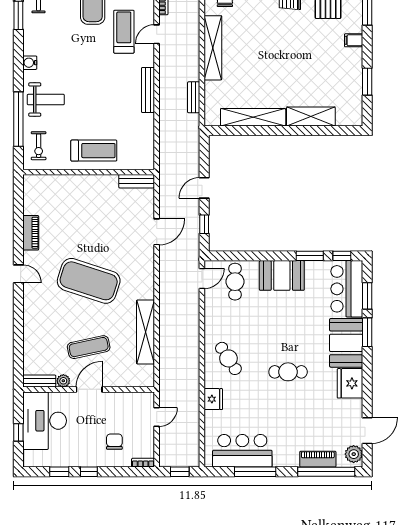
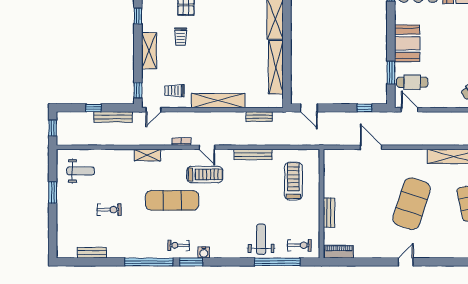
treadmill: (124, 32) -> (205, 174), turned 180
water cooler: (30, 63) -> (204, 252), moved
treadmill: (94, 151) -> (293, 181), moved
bench: (137, 181) -> (329, 213), moved
door: (204, 188) -> (309, 108), moved
piano: (31, 233) -> (339, 252), moved
window: (310, 256) -> (391, 72), moved

